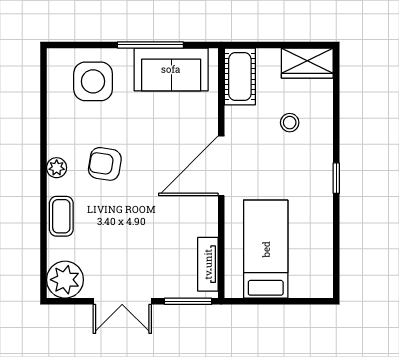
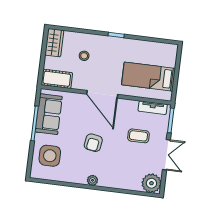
armchair: (105, 164) -> (93, 143), moved
coffee table: (61, 216) -> (138, 136), moved

